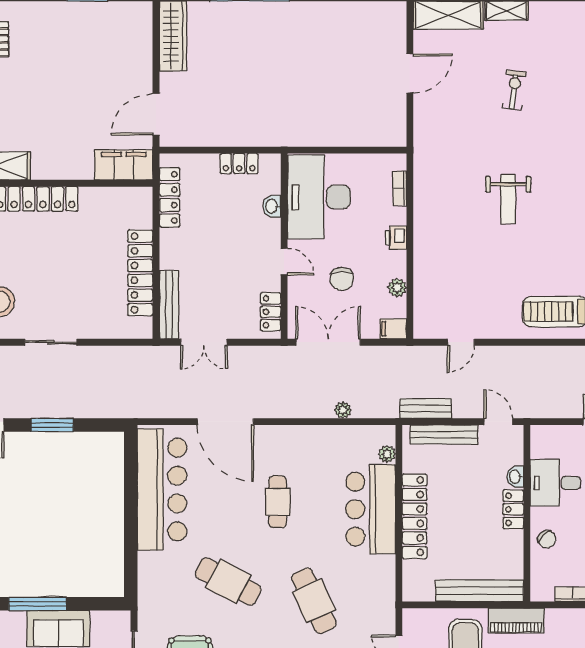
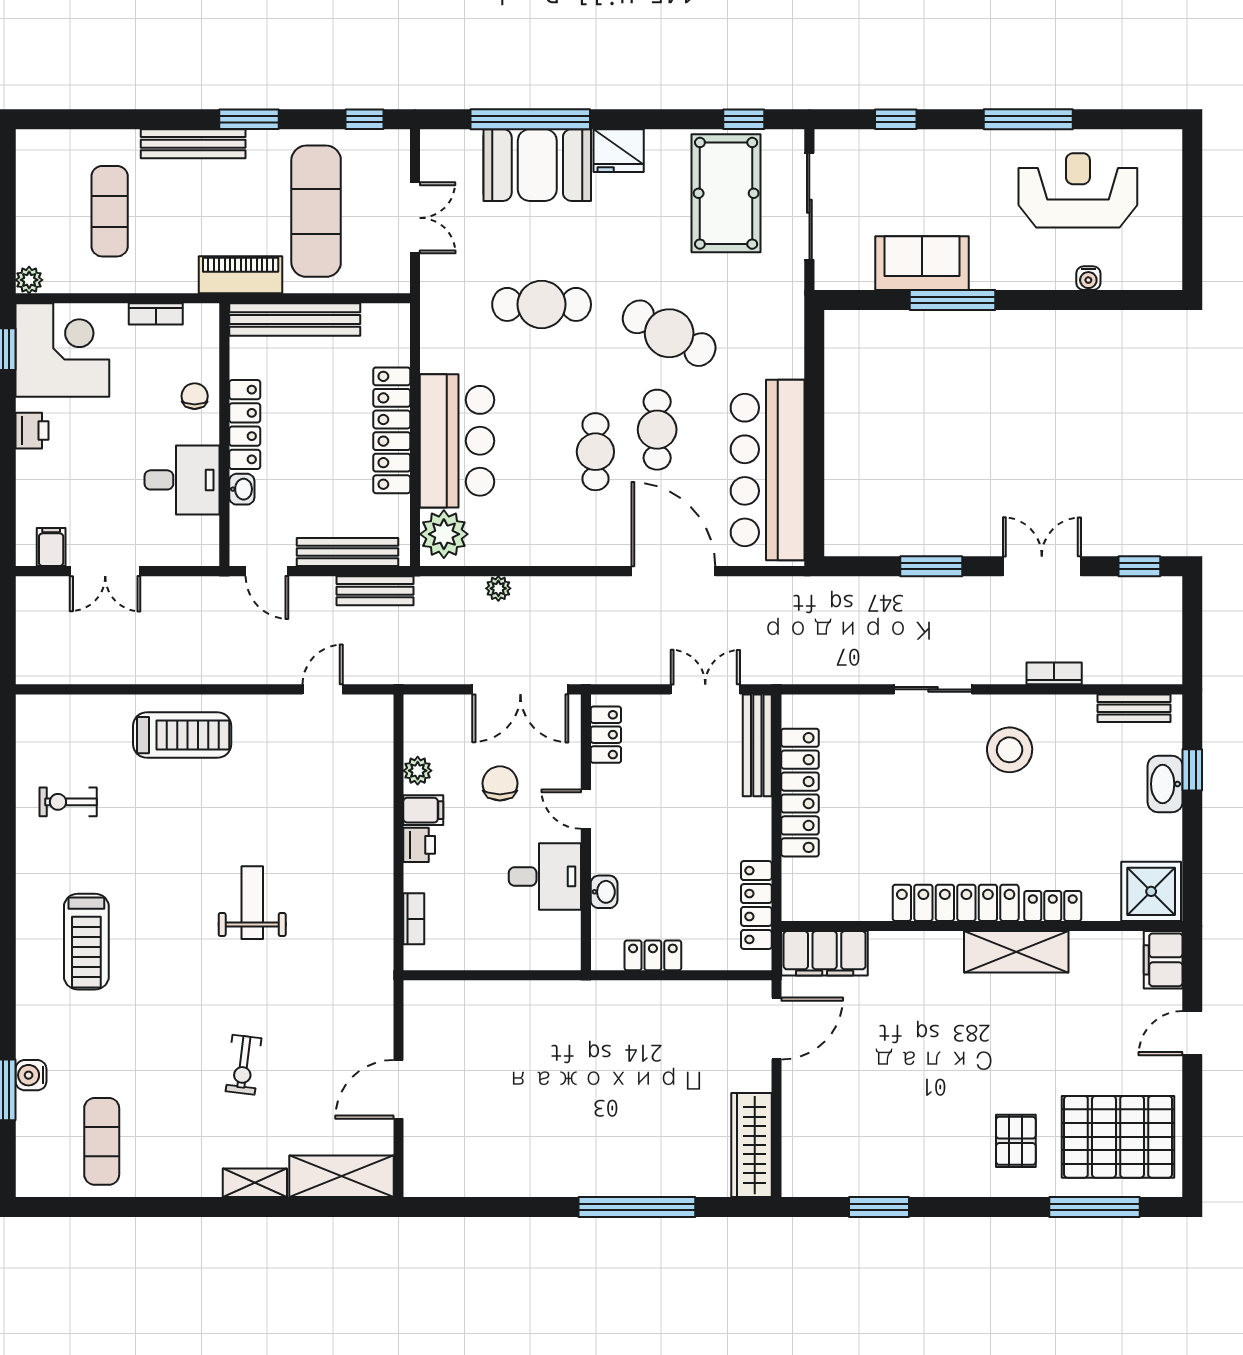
desk: (319, 197) -> (545, 876), width x0.53, depth x0.77
filing cabinet: (393, 329) -> (423, 810), moved
plant: (387, 454) -> (444, 534), width x1.88, depth x1.88
locker: (513, 509) -> (245, 425), width x1.53
cafe table: (236, 517) -> (657, 430), added
chair: (547, 539) -> (195, 396), turned 46
cafe table: (314, 601) -> (542, 304), turned -65

